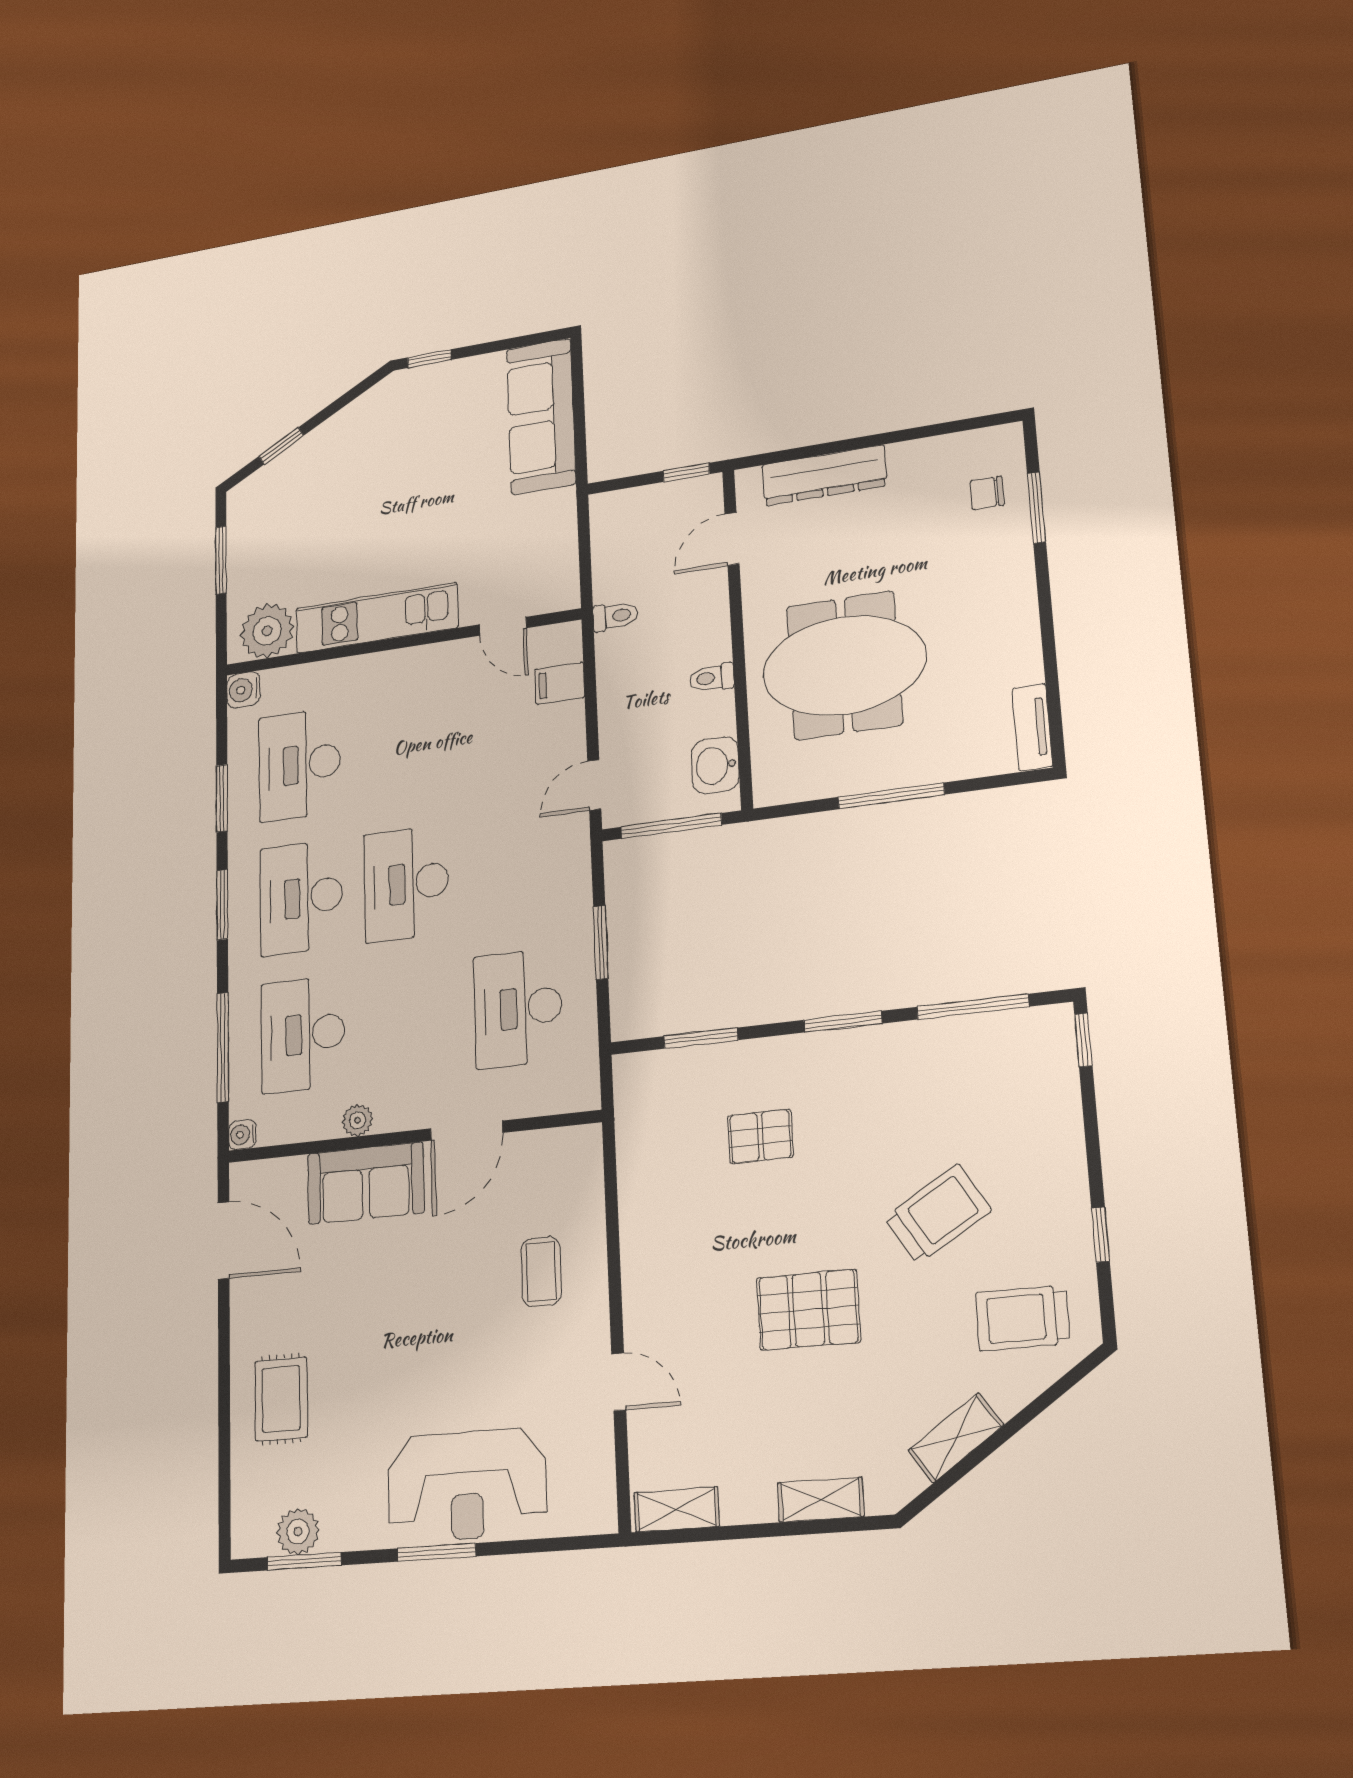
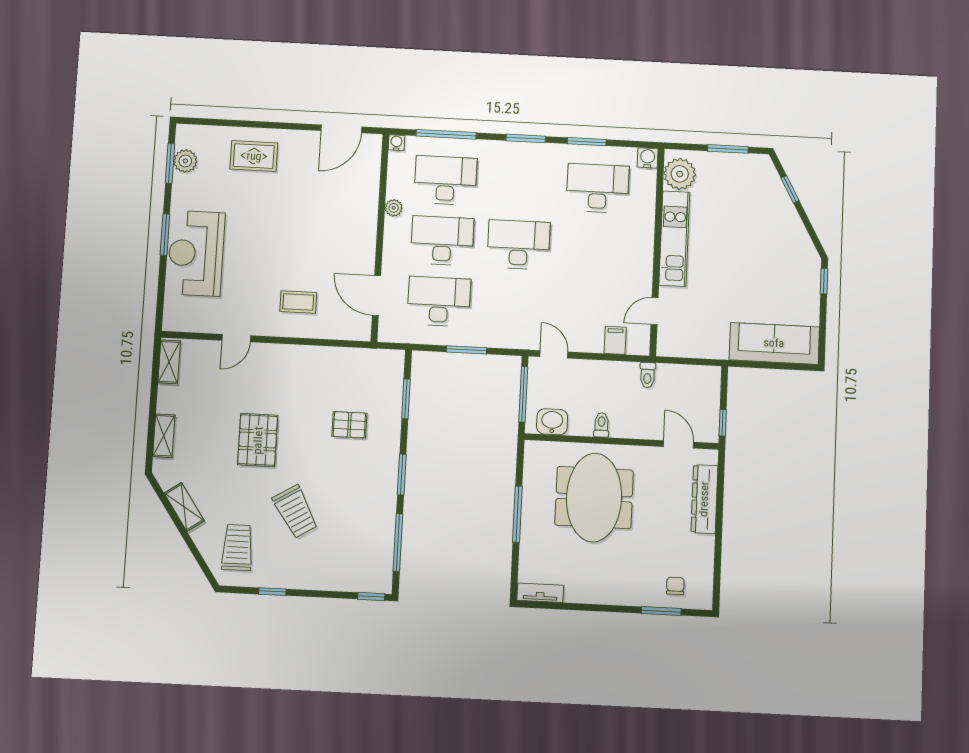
desk: (301, 898) -> (442, 241), moved
door: (466, 1131) -> (377, 296), moved
pallet: (760, 1136) -> (349, 425), turned 90
sofa: (366, 1183) -> (359, 210), removed

